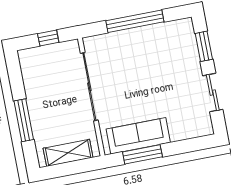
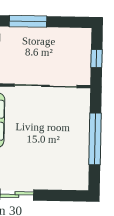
window: (204, 46) -> (60, 195), removed

